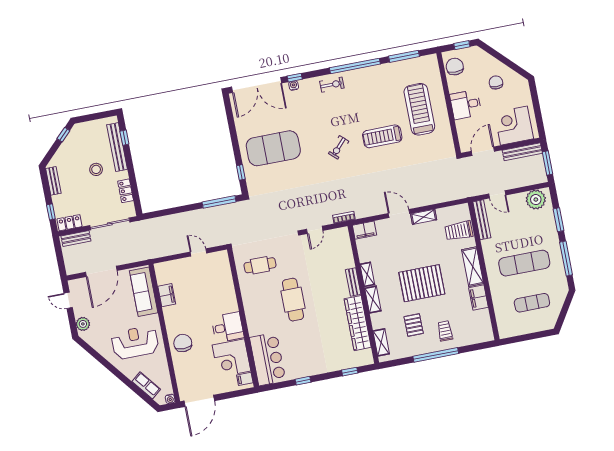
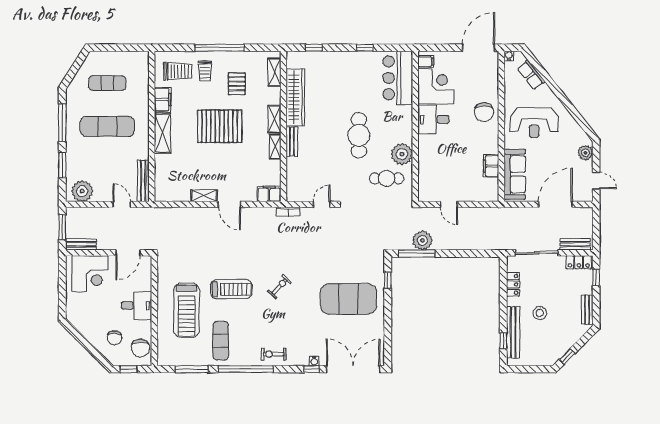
chair: (496, 82) -> (115, 338), moved
exercise mat: (383, 88) -> (221, 341), added
bench: (522, 152) -> (81, 244), width x0.73
plant: (216, 215) -> (422, 240), added
trolley: (459, 231) -> (178, 71), moved
plant: (250, 290) -> (402, 154), added

